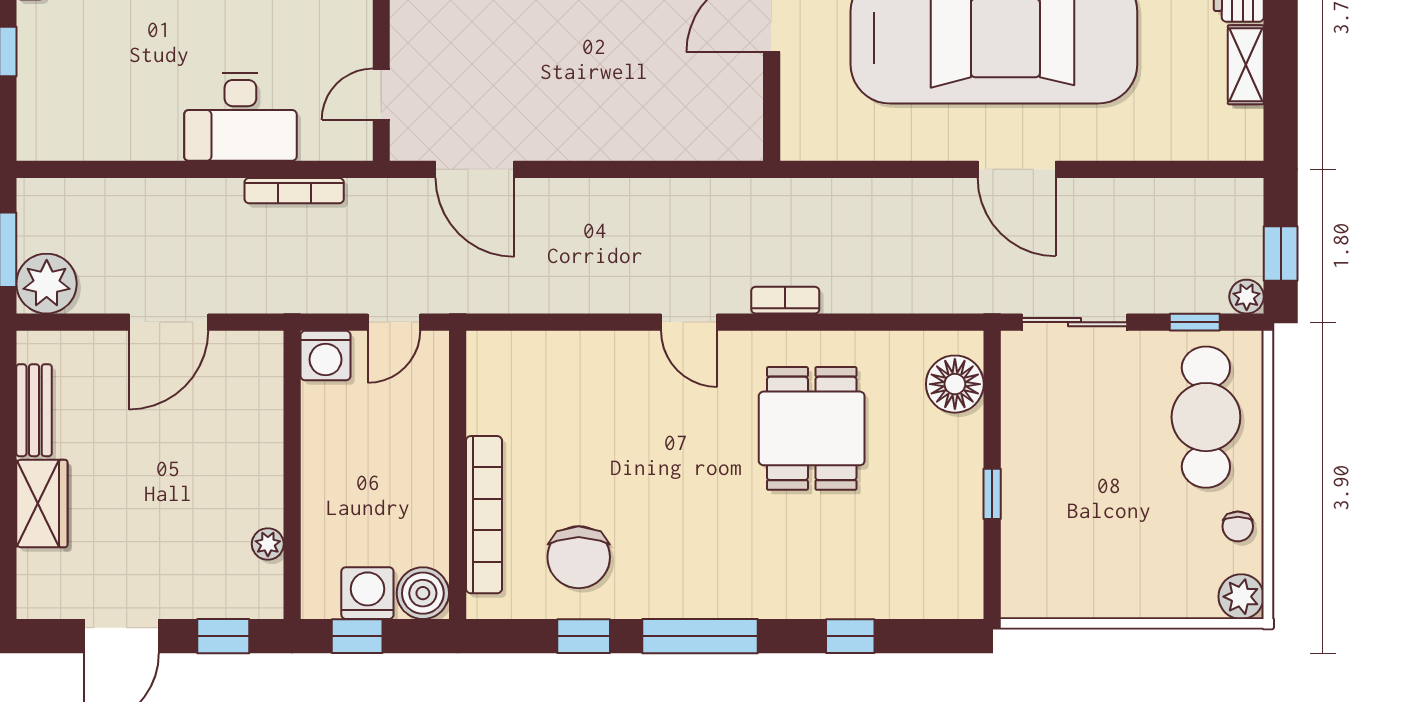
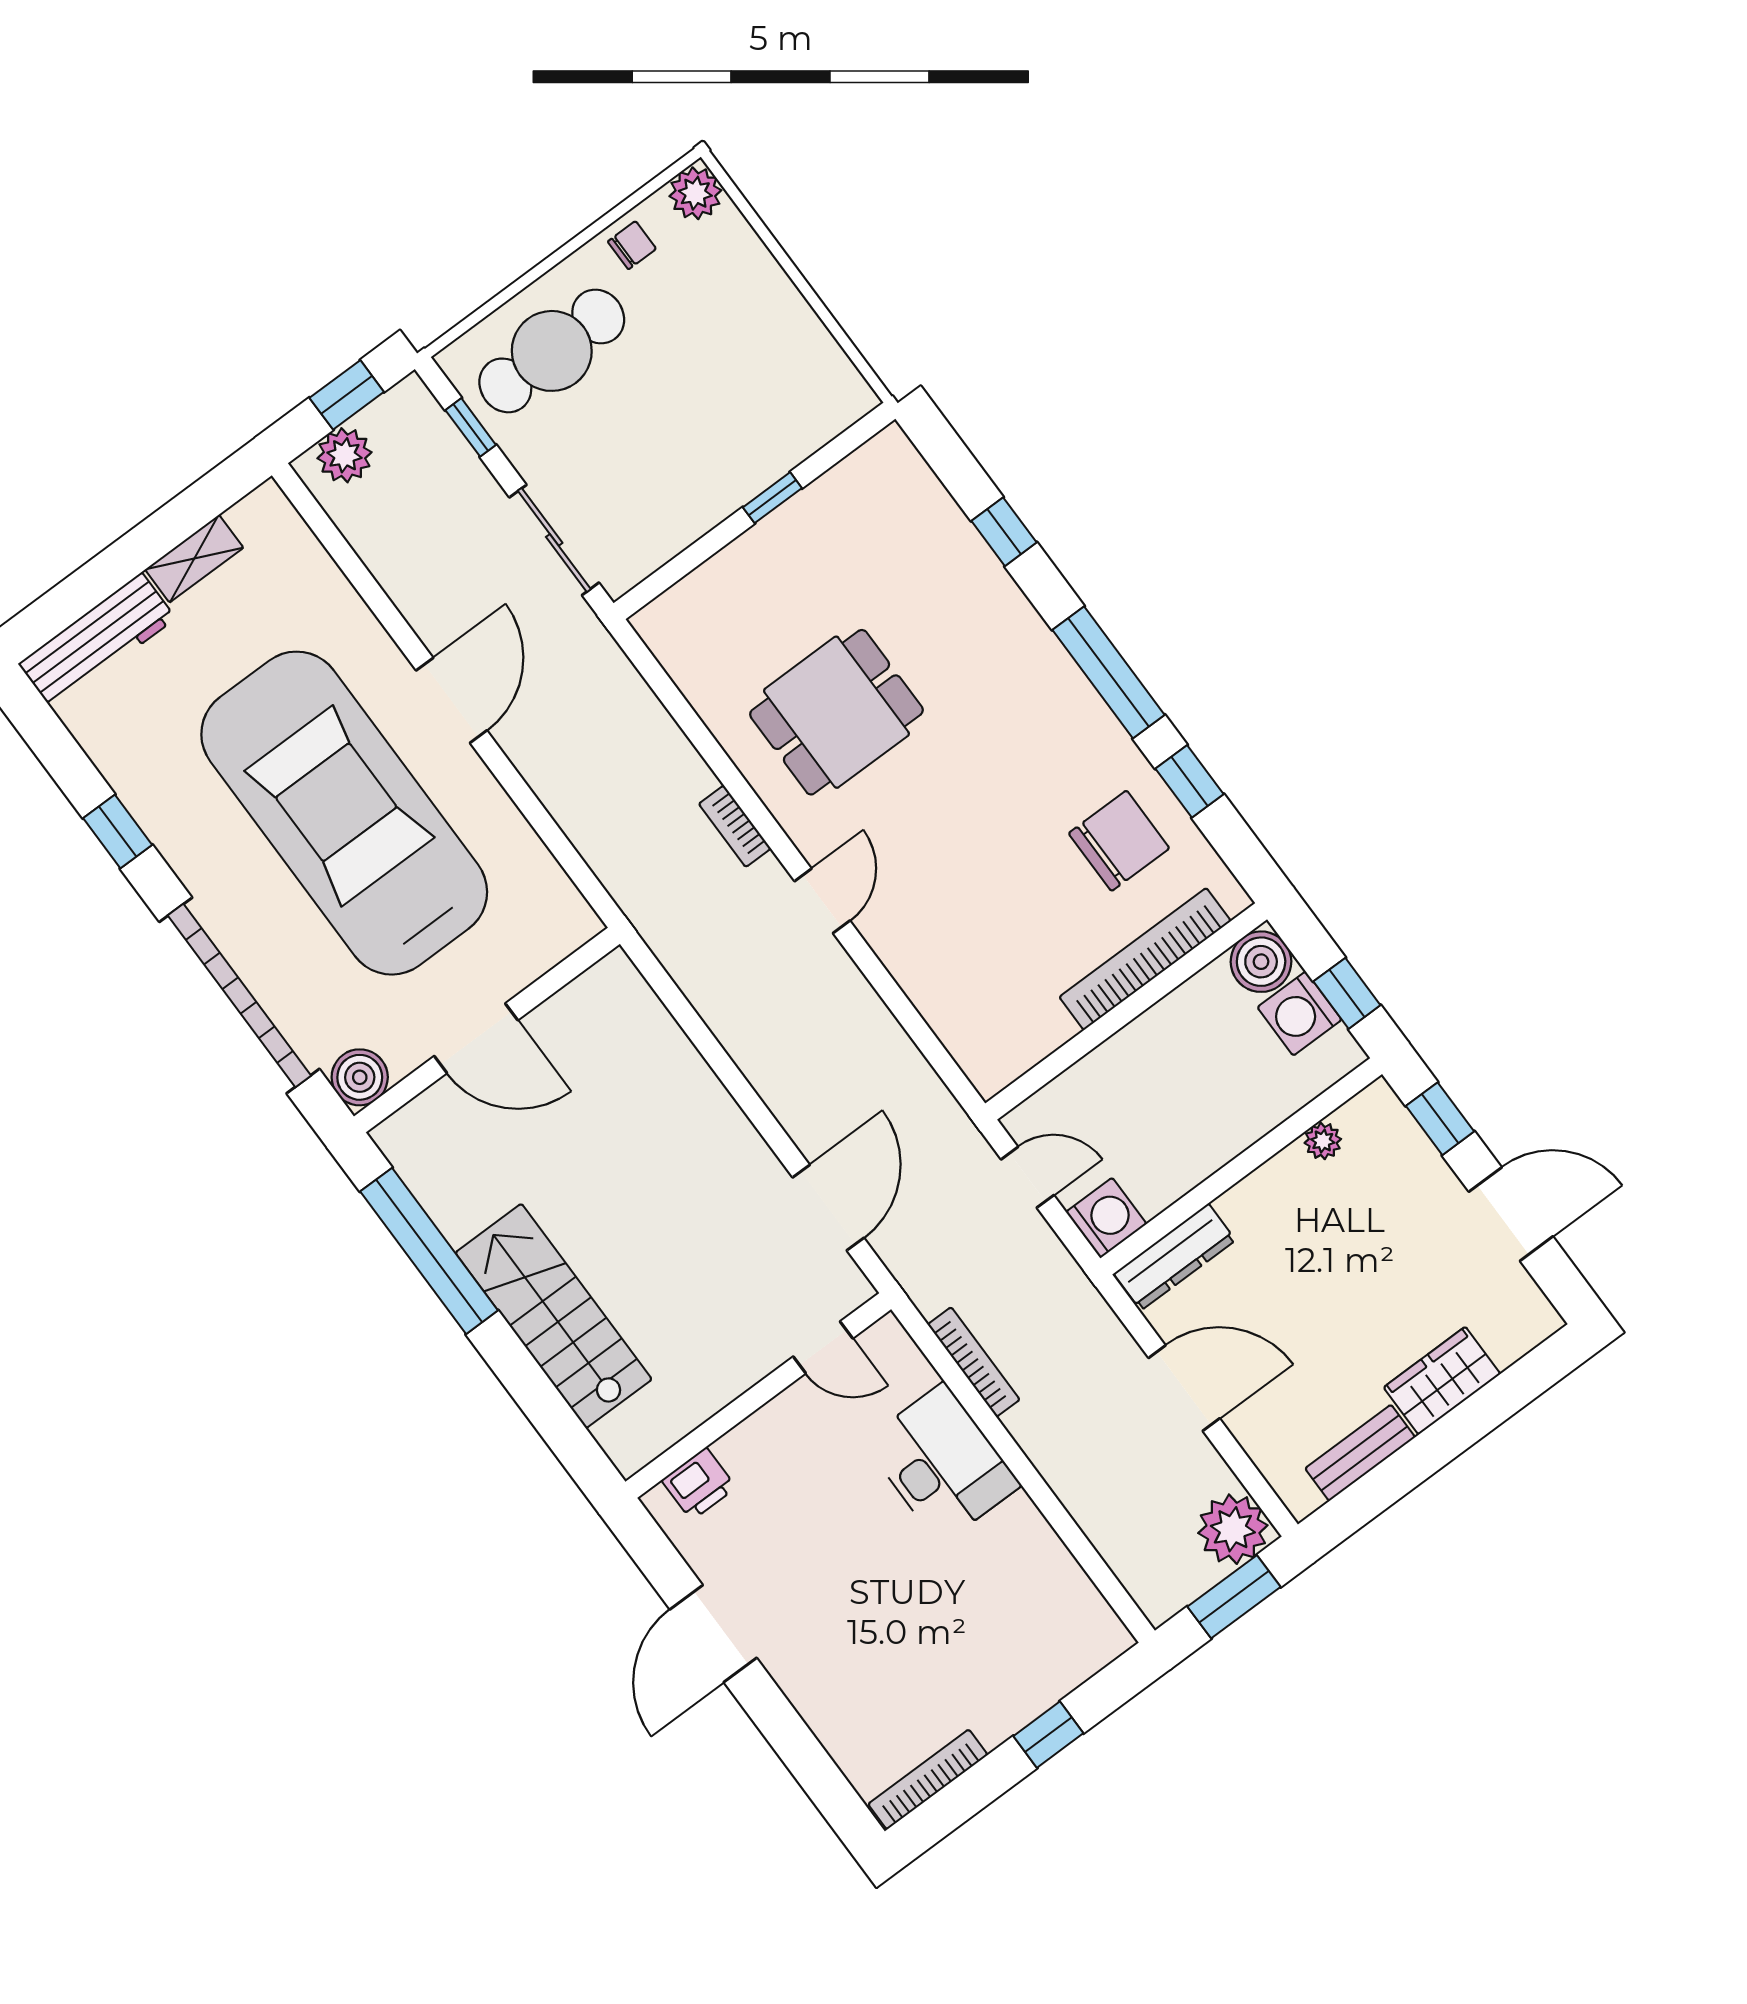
plant: (1247, 297) -> (344, 455), moved, width x1.38, depth x1.38
dresser: (264, 383) -> (1175, 1257), added
floor lamp: (955, 384) -> (695, 609), removed

